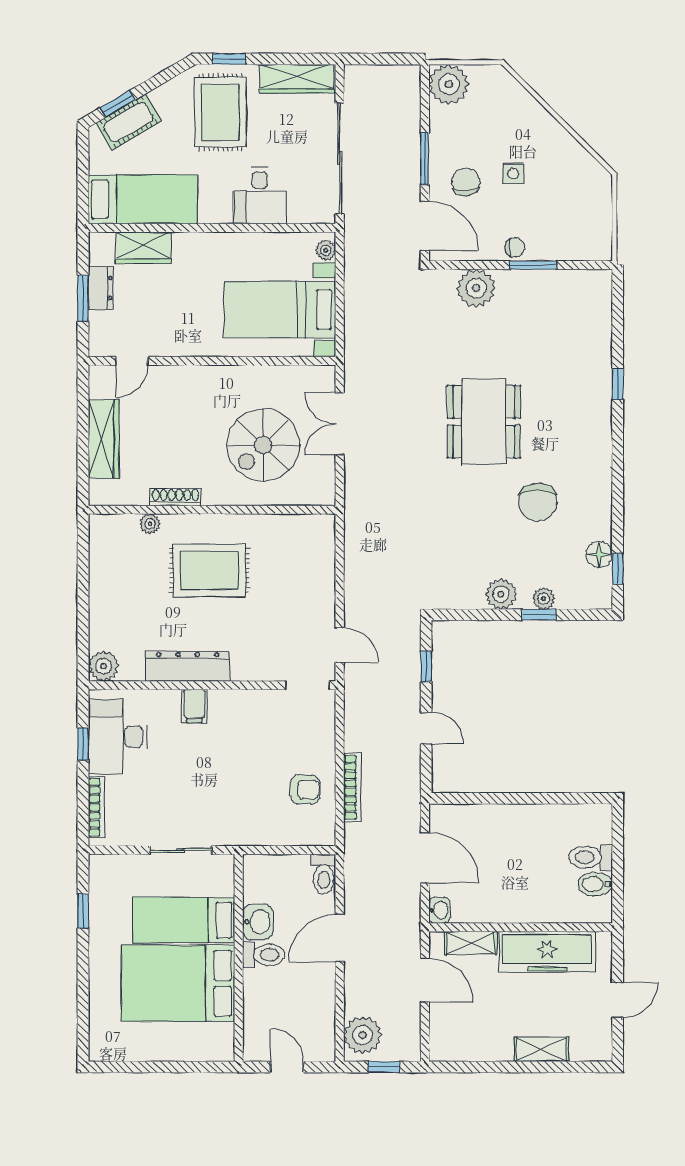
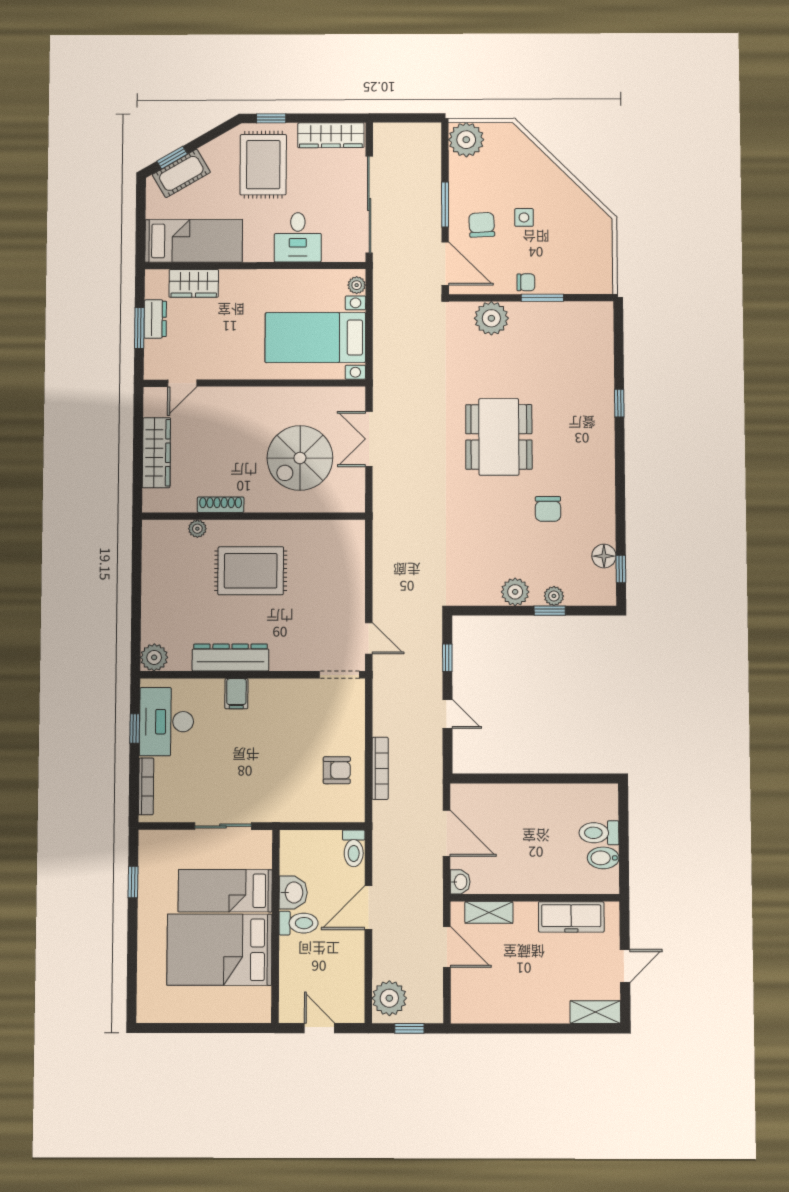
chair: (538, 502) -> (548, 509), width x0.73, depth x0.73
freezer: (547, 952) -> (571, 917), width x0.73, depth x0.79
shelving: (541, 1049) -> (595, 1012), moved

